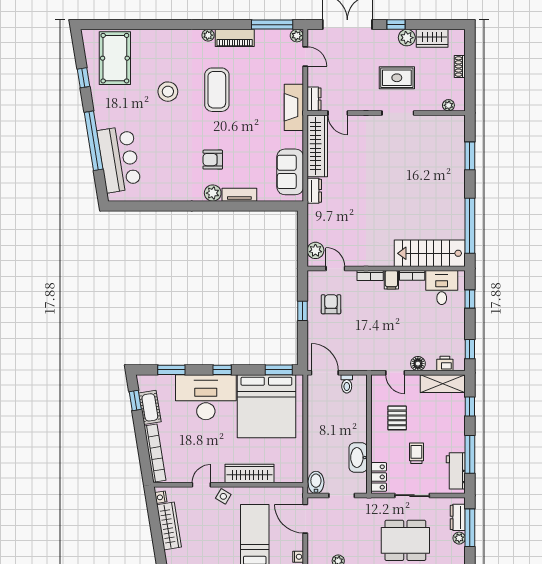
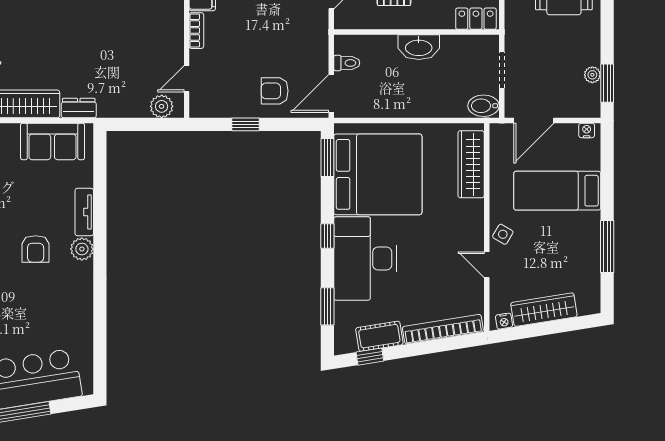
armchair: (331, 304) -> (275, 91), moved
washbasin: (358, 458) -> (419, 47), moved
wardrobe: (250, 473) -> (471, 164), moved

